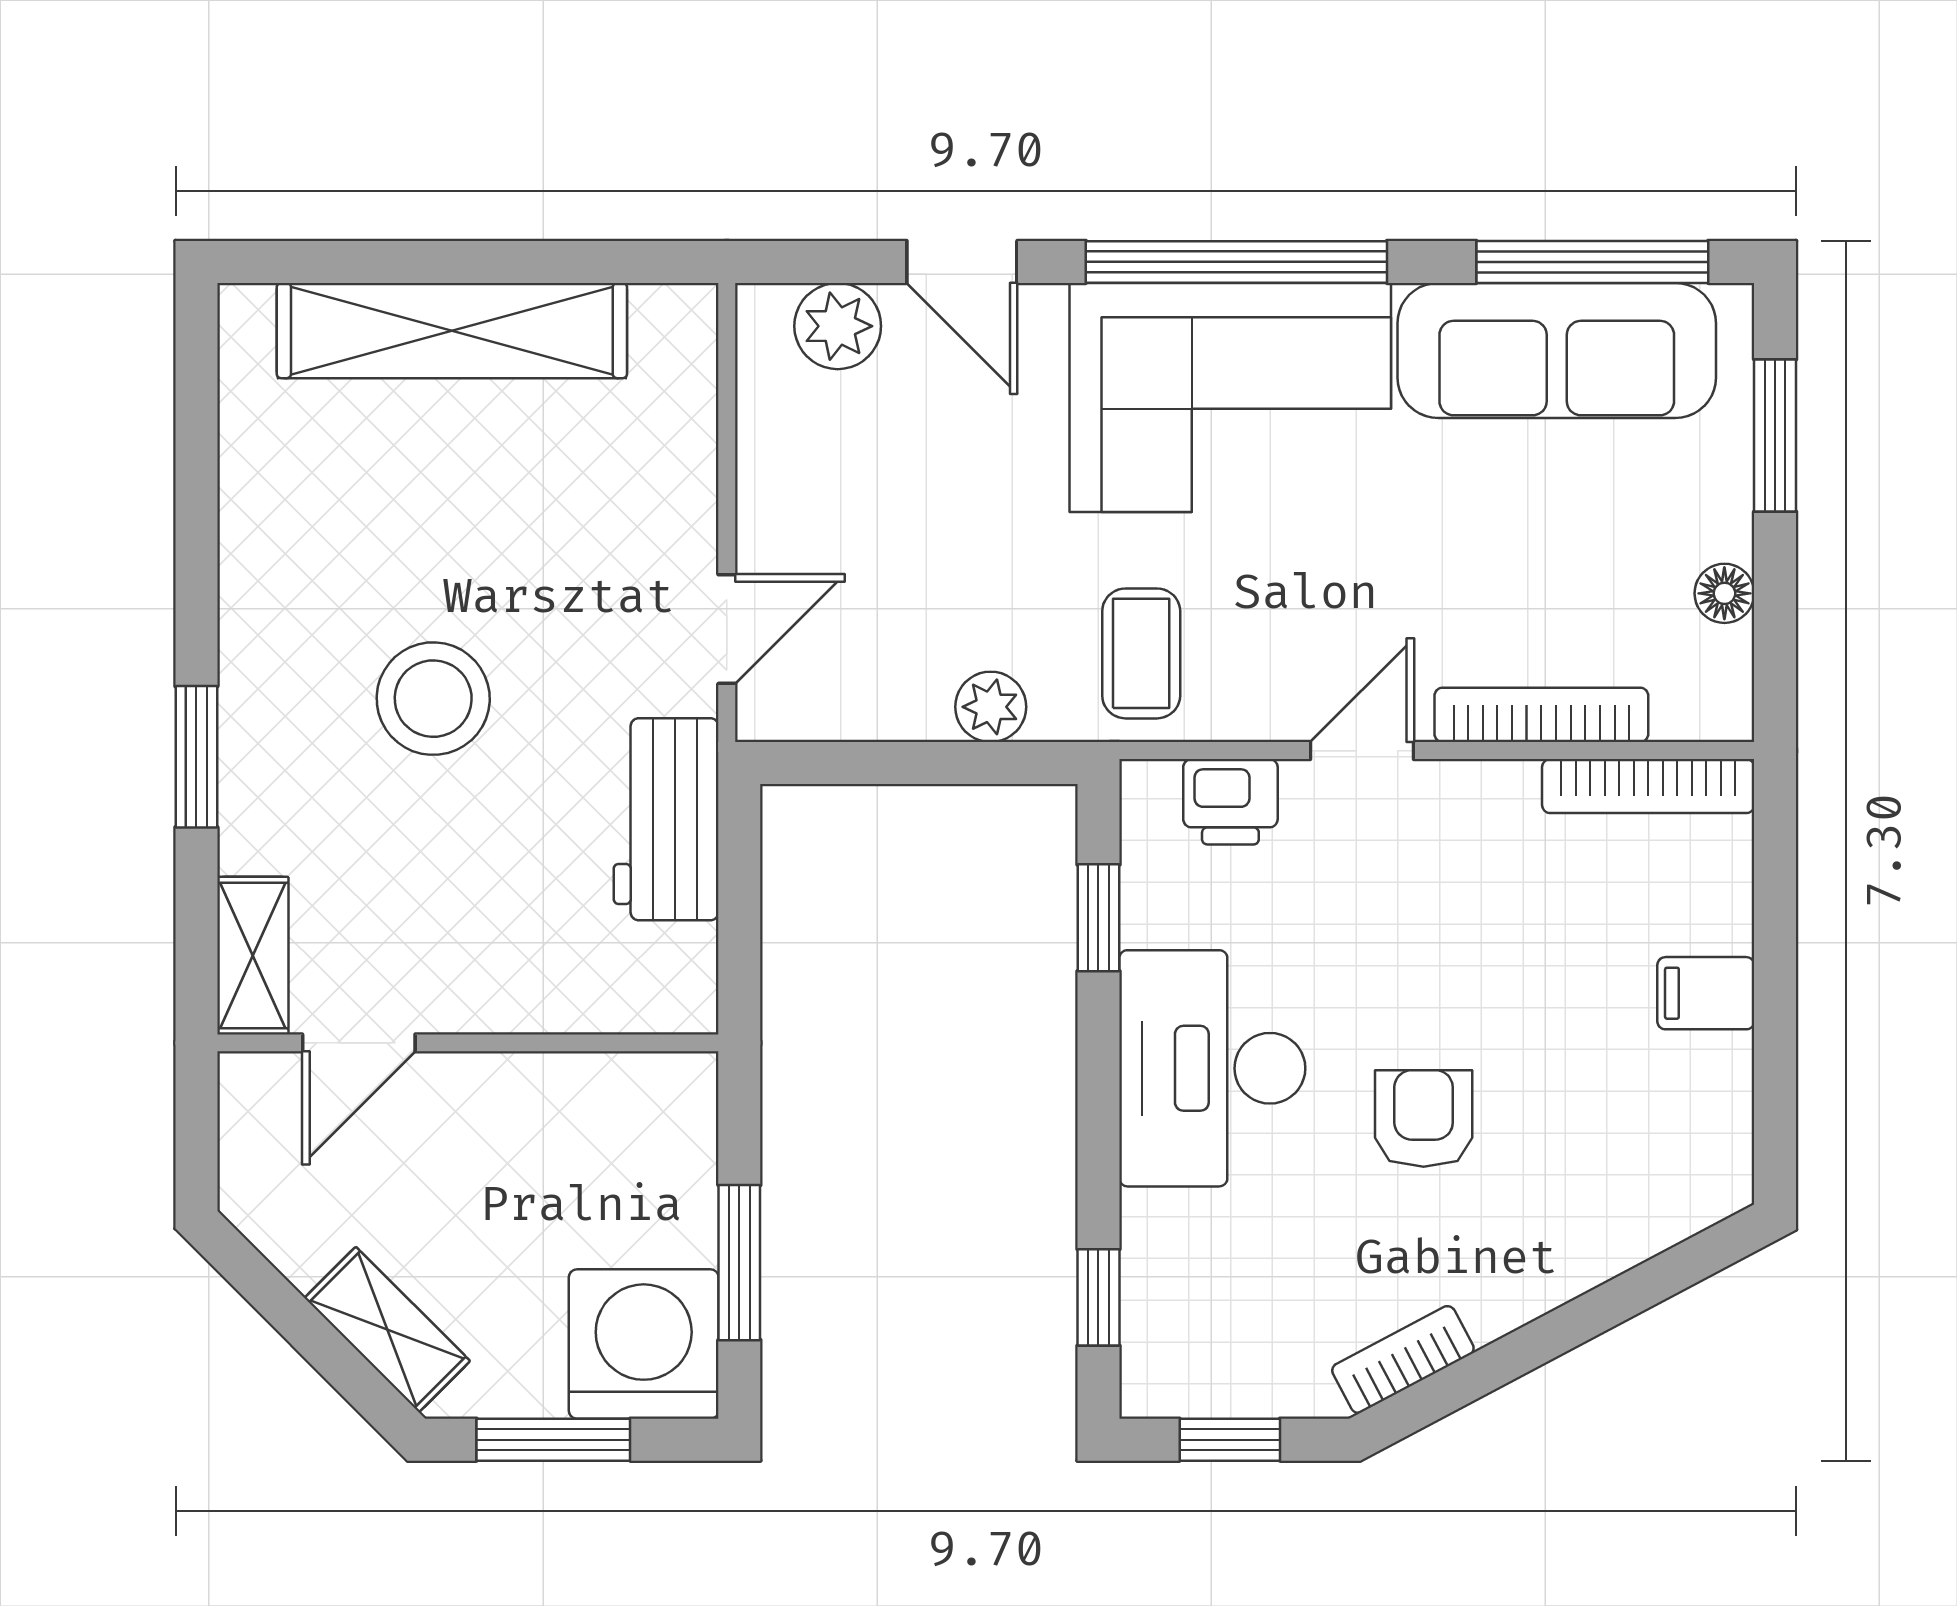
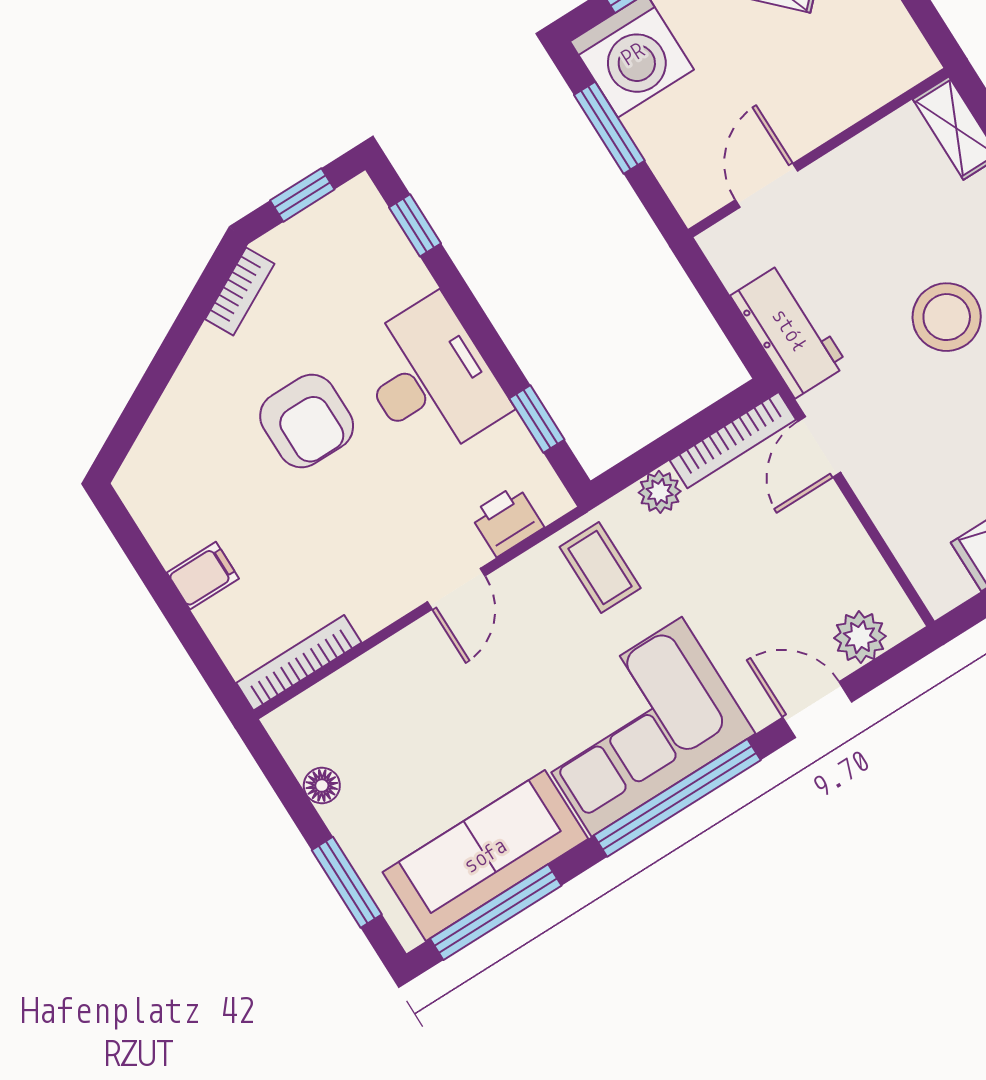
bookcase: (1541, 715) -> (733, 440), moved
door: (359, 1043) -> (766, 185), moved
armchair: (1424, 1118) -> (307, 421), width x1.38, depth x1.38

